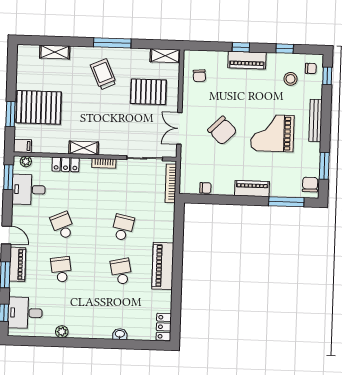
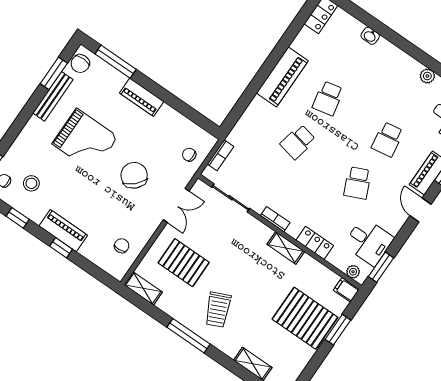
bench: (315, 120) -> (53, 96), moved
bookcase: (171, 183) -> (221, 155), width x0.64
chair: (205, 188) -> (189, 155), moved

